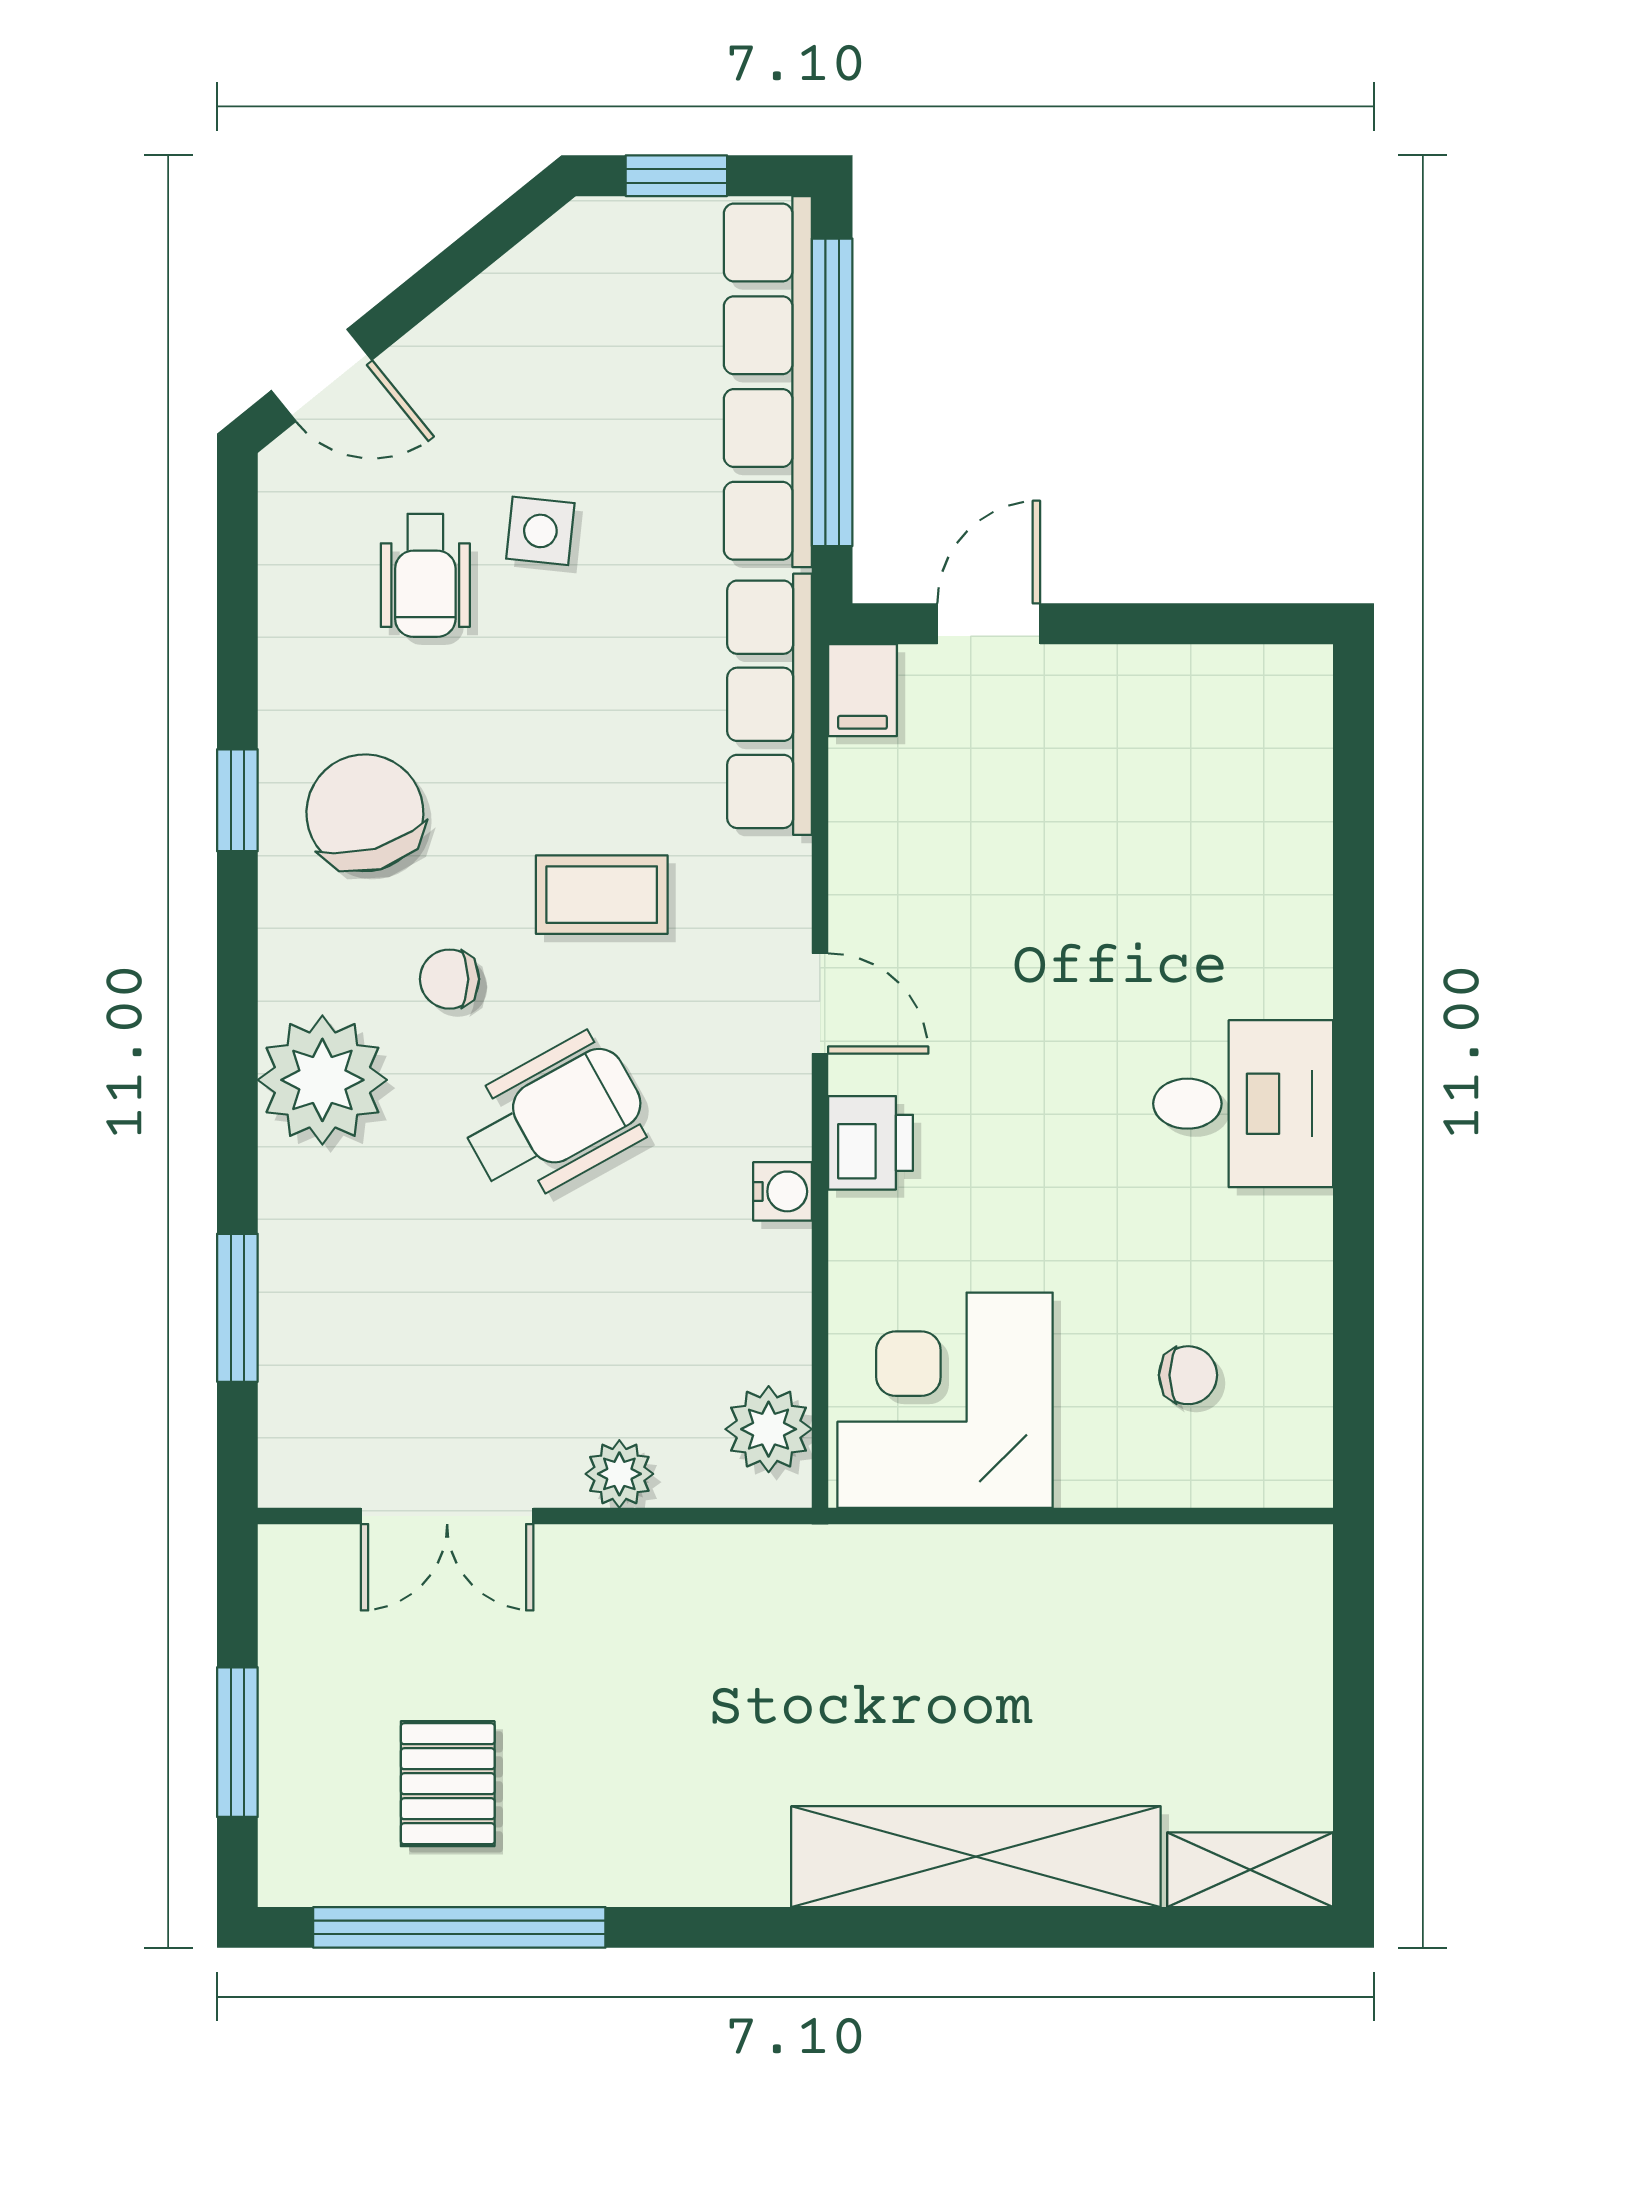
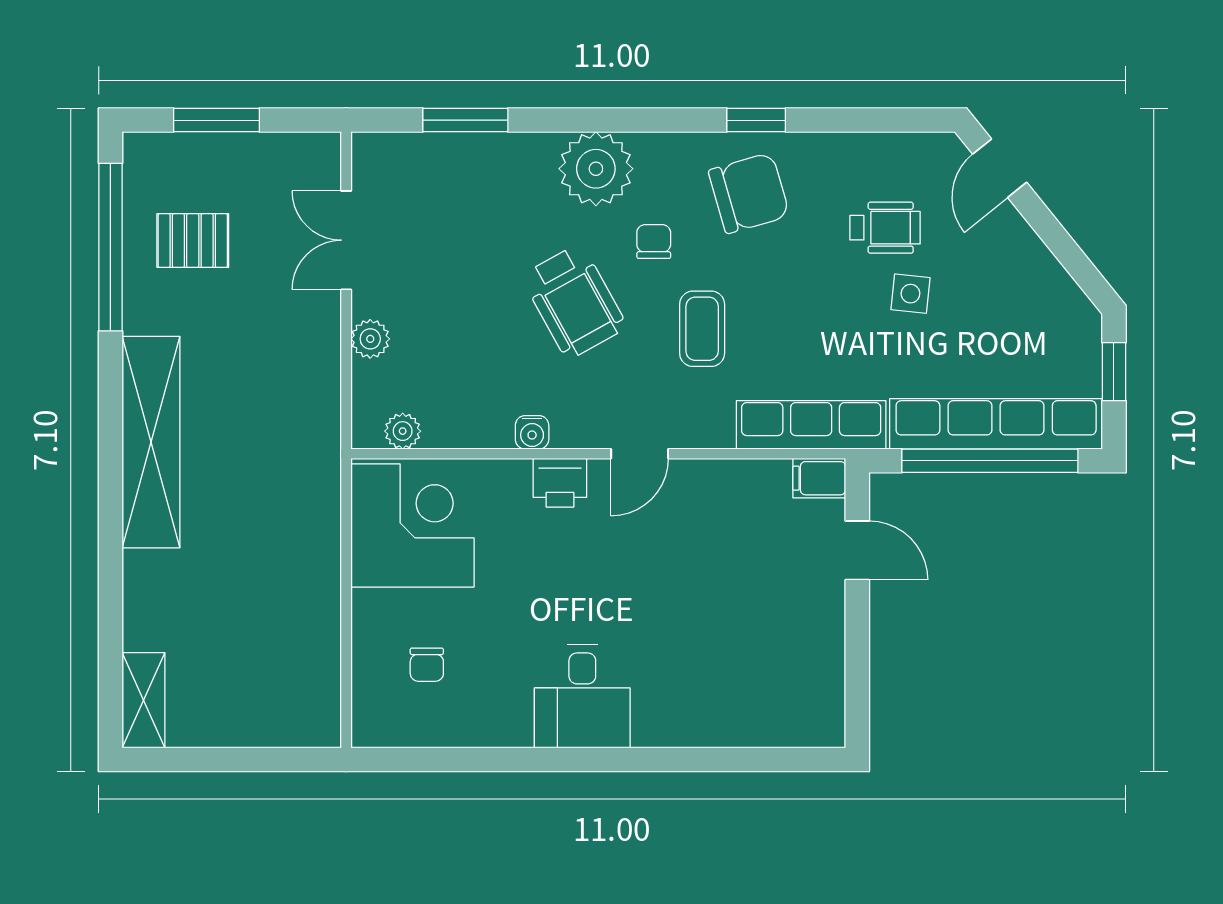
wheelchair: (425, 575) -> (885, 228), turned 180
plant: (769, 1429) -> (403, 431), width x0.73, depth x0.73
shelving: (976, 1857) -> (151, 442), moved

